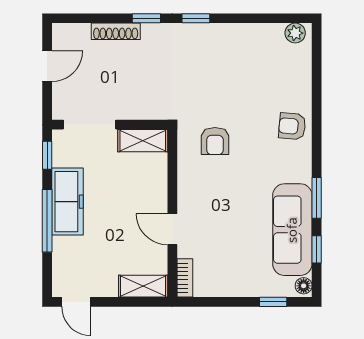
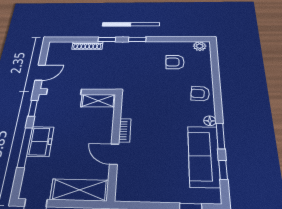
door: (47, 66) -> (40, 73), moved
armchair: (215, 141) -> (175, 62), moved, turned 90
freezer: (68, 202) -> (40, 141), width x0.71
bookcase: (185, 278) -> (125, 130), moved
shelving: (143, 286) -> (80, 190), width x1.50, depth x1.33
floor lamp: (304, 286) -> (210, 121), moved

